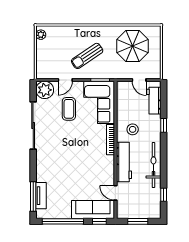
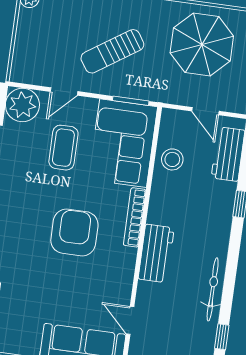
stool: (133, 129) -> (172, 159), moved
armchair: (81, 152) -> (74, 232), added
workbench: (124, 162) -> (156, 253), width x0.73
bicycle: (153, 165) -> (213, 289), width x0.73, depth x0.71

